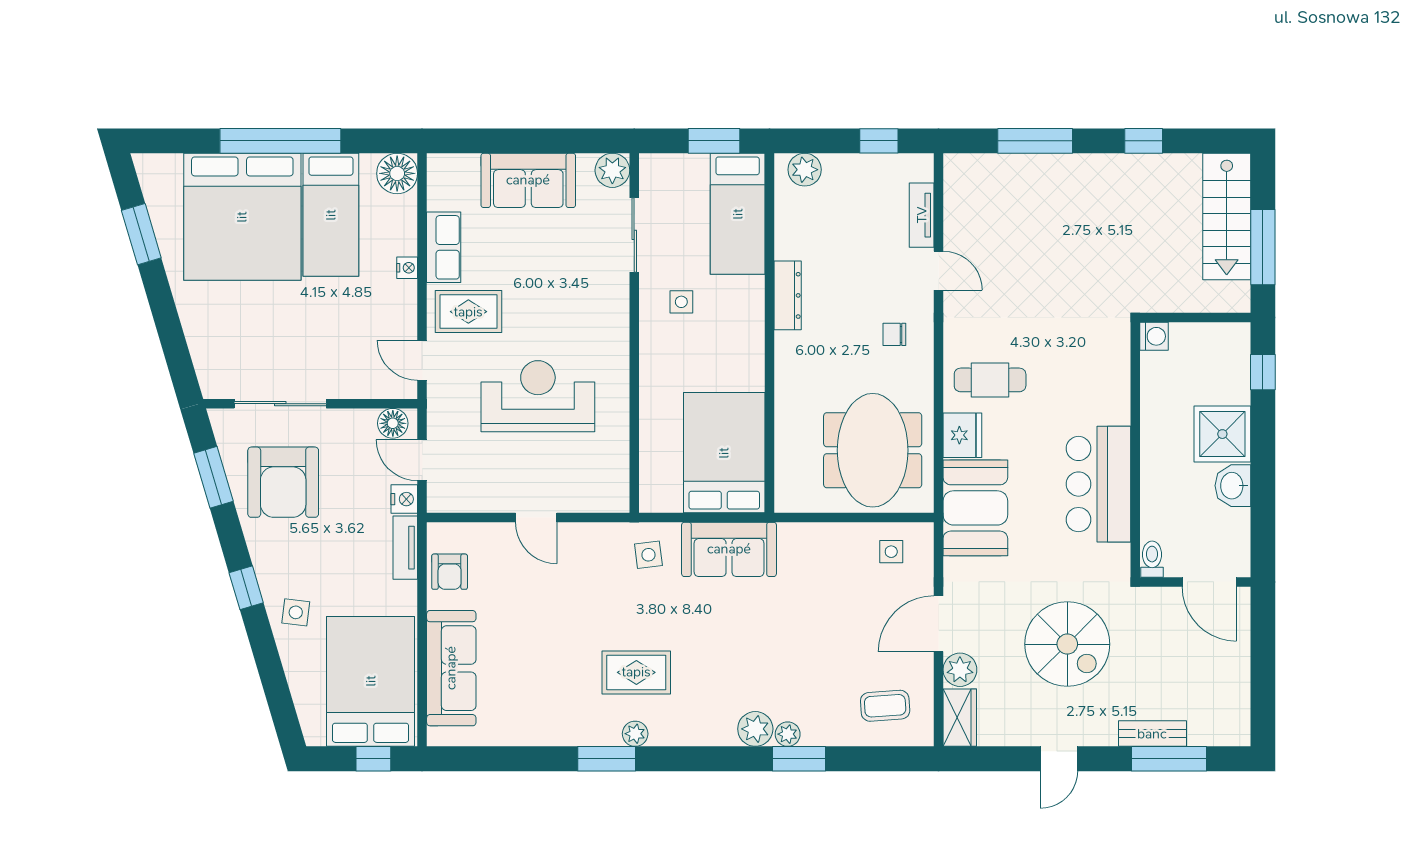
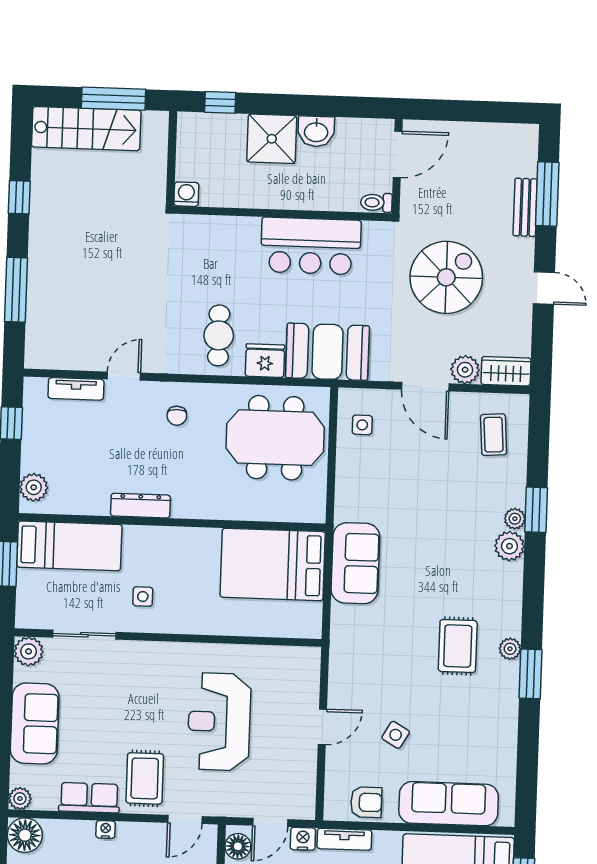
plant: (440, 166) -> (20, 799), added
side table: (648, 555) -> (396, 735), moved, turned 37

